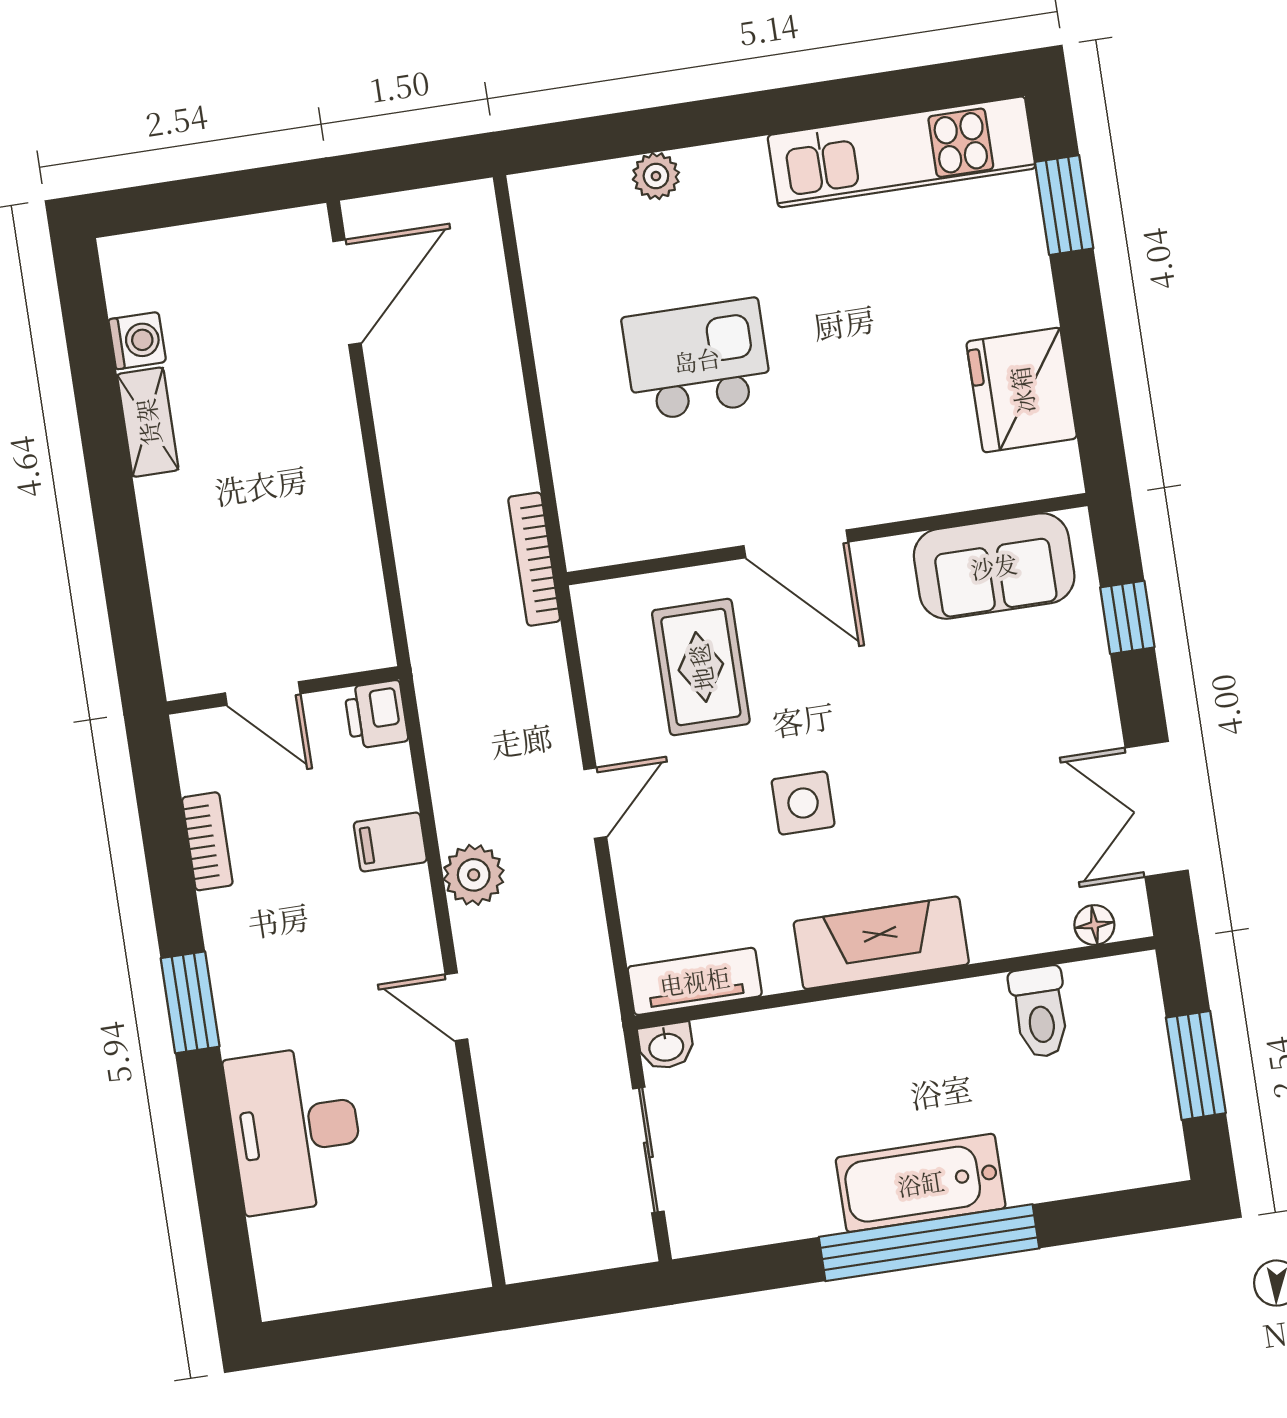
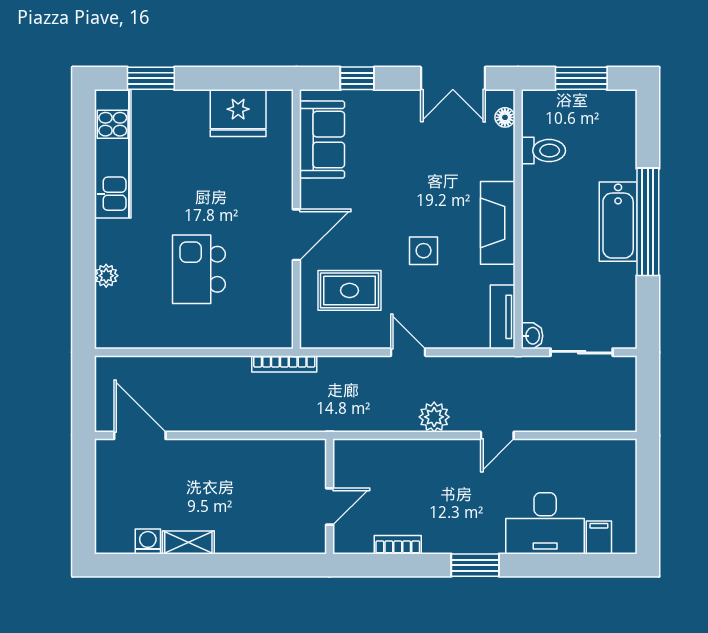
printer: (376, 714) -> (348, 453), removed
filing cabinet: (390, 842) -> (599, 537), moved, turned 180

